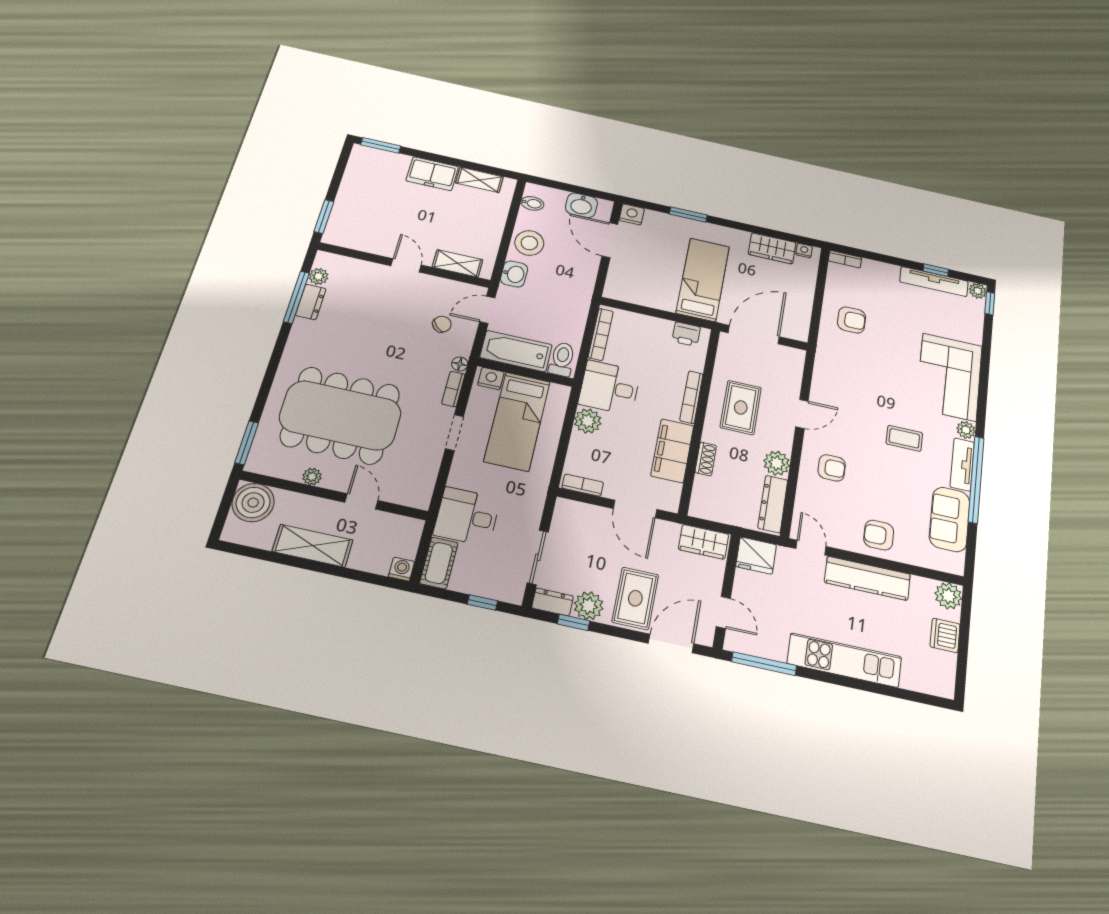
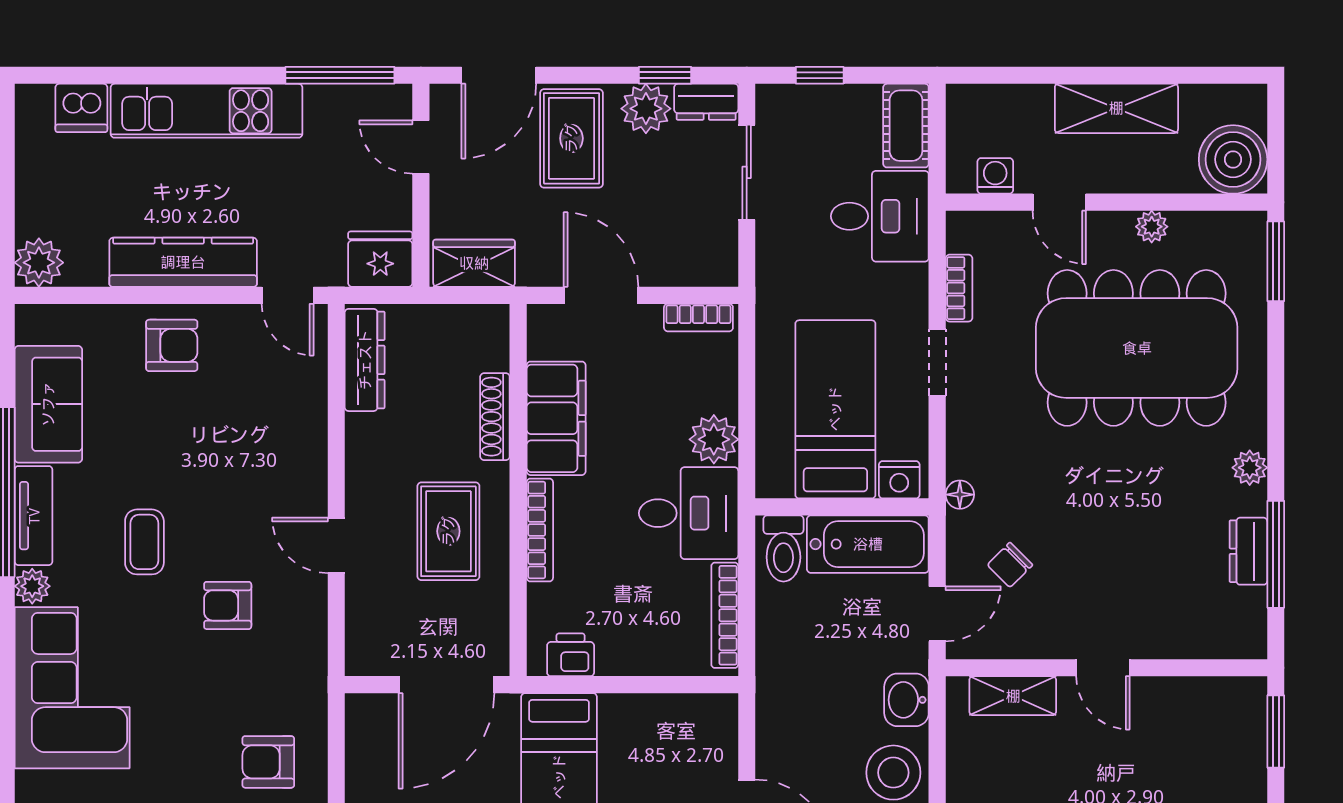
plant: (319, 276) -> (1250, 468), moved
bookcase: (453, 389) -> (959, 288), moved
door: (802, 414) -> (336, 545), hinge flipped
coffee table: (904, 438) -> (144, 542), turned 90
shoe rack: (706, 459) -> (495, 417), width x1.43
plant: (777, 463) -> (369, 438), removed
armchair: (832, 468) -> (228, 605), moved
washing machine: (401, 569) -> (995, 176), moved, turned 180
dishwasher: (945, 635) -> (81, 108), moved, turned 90

